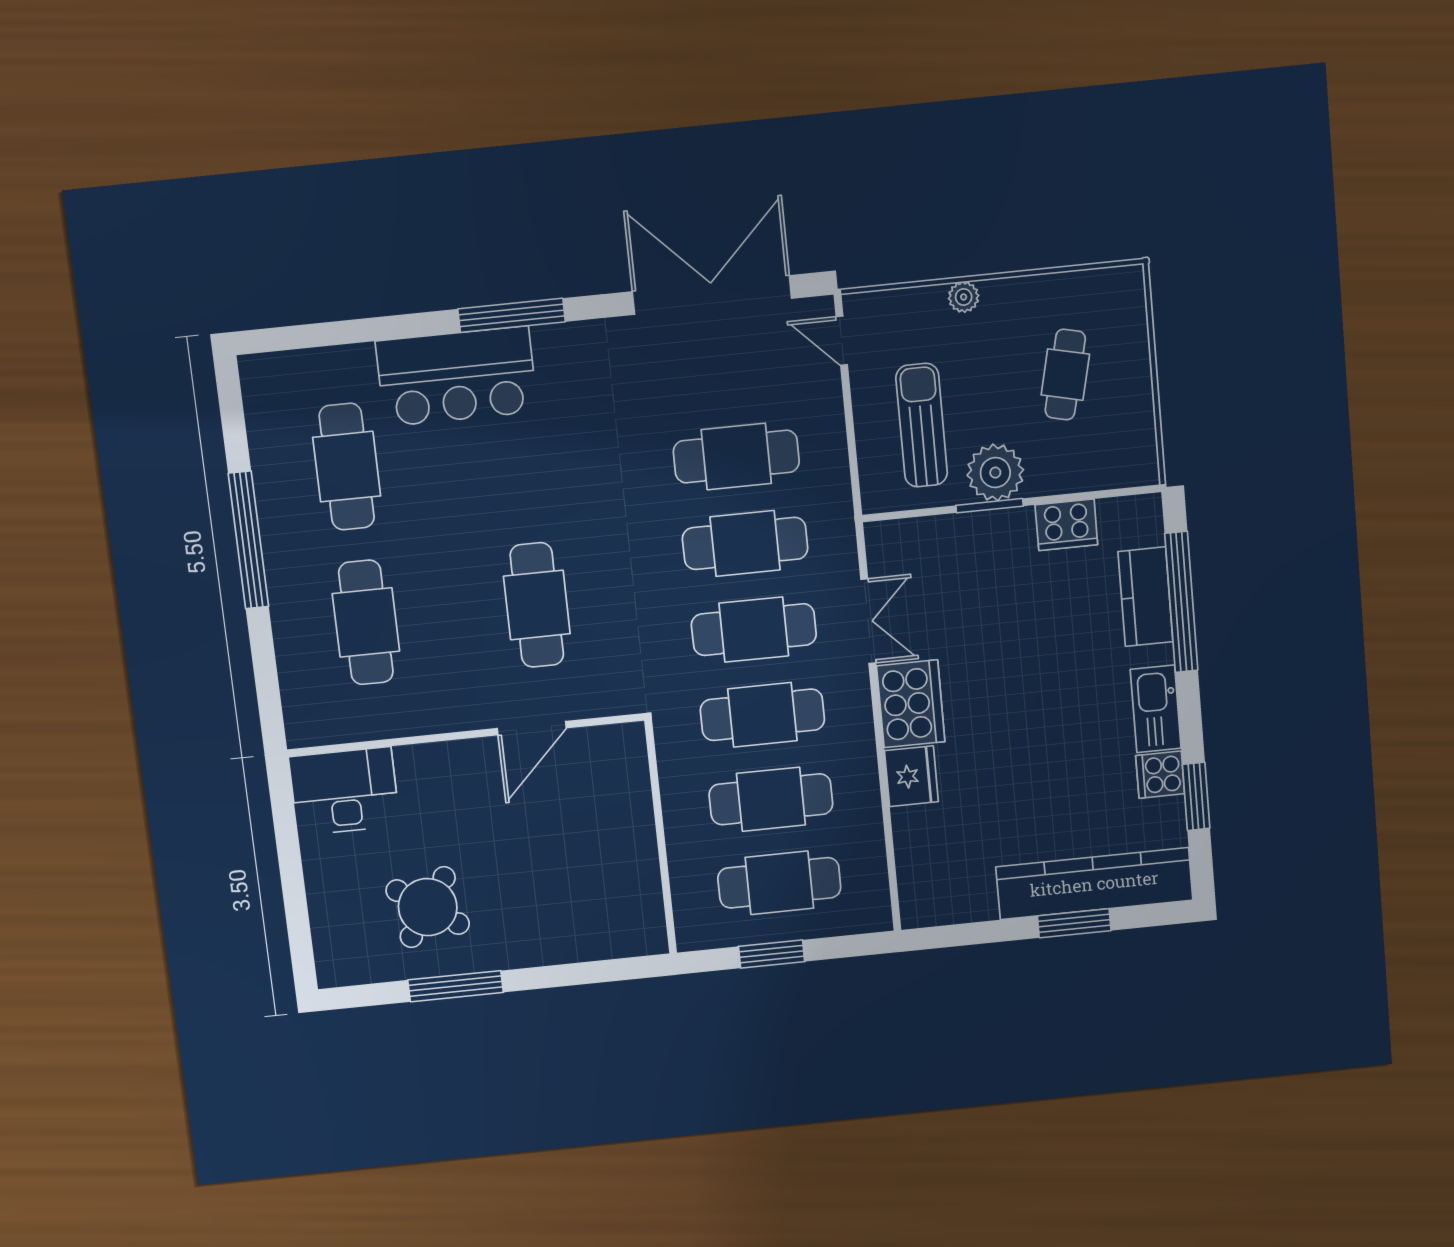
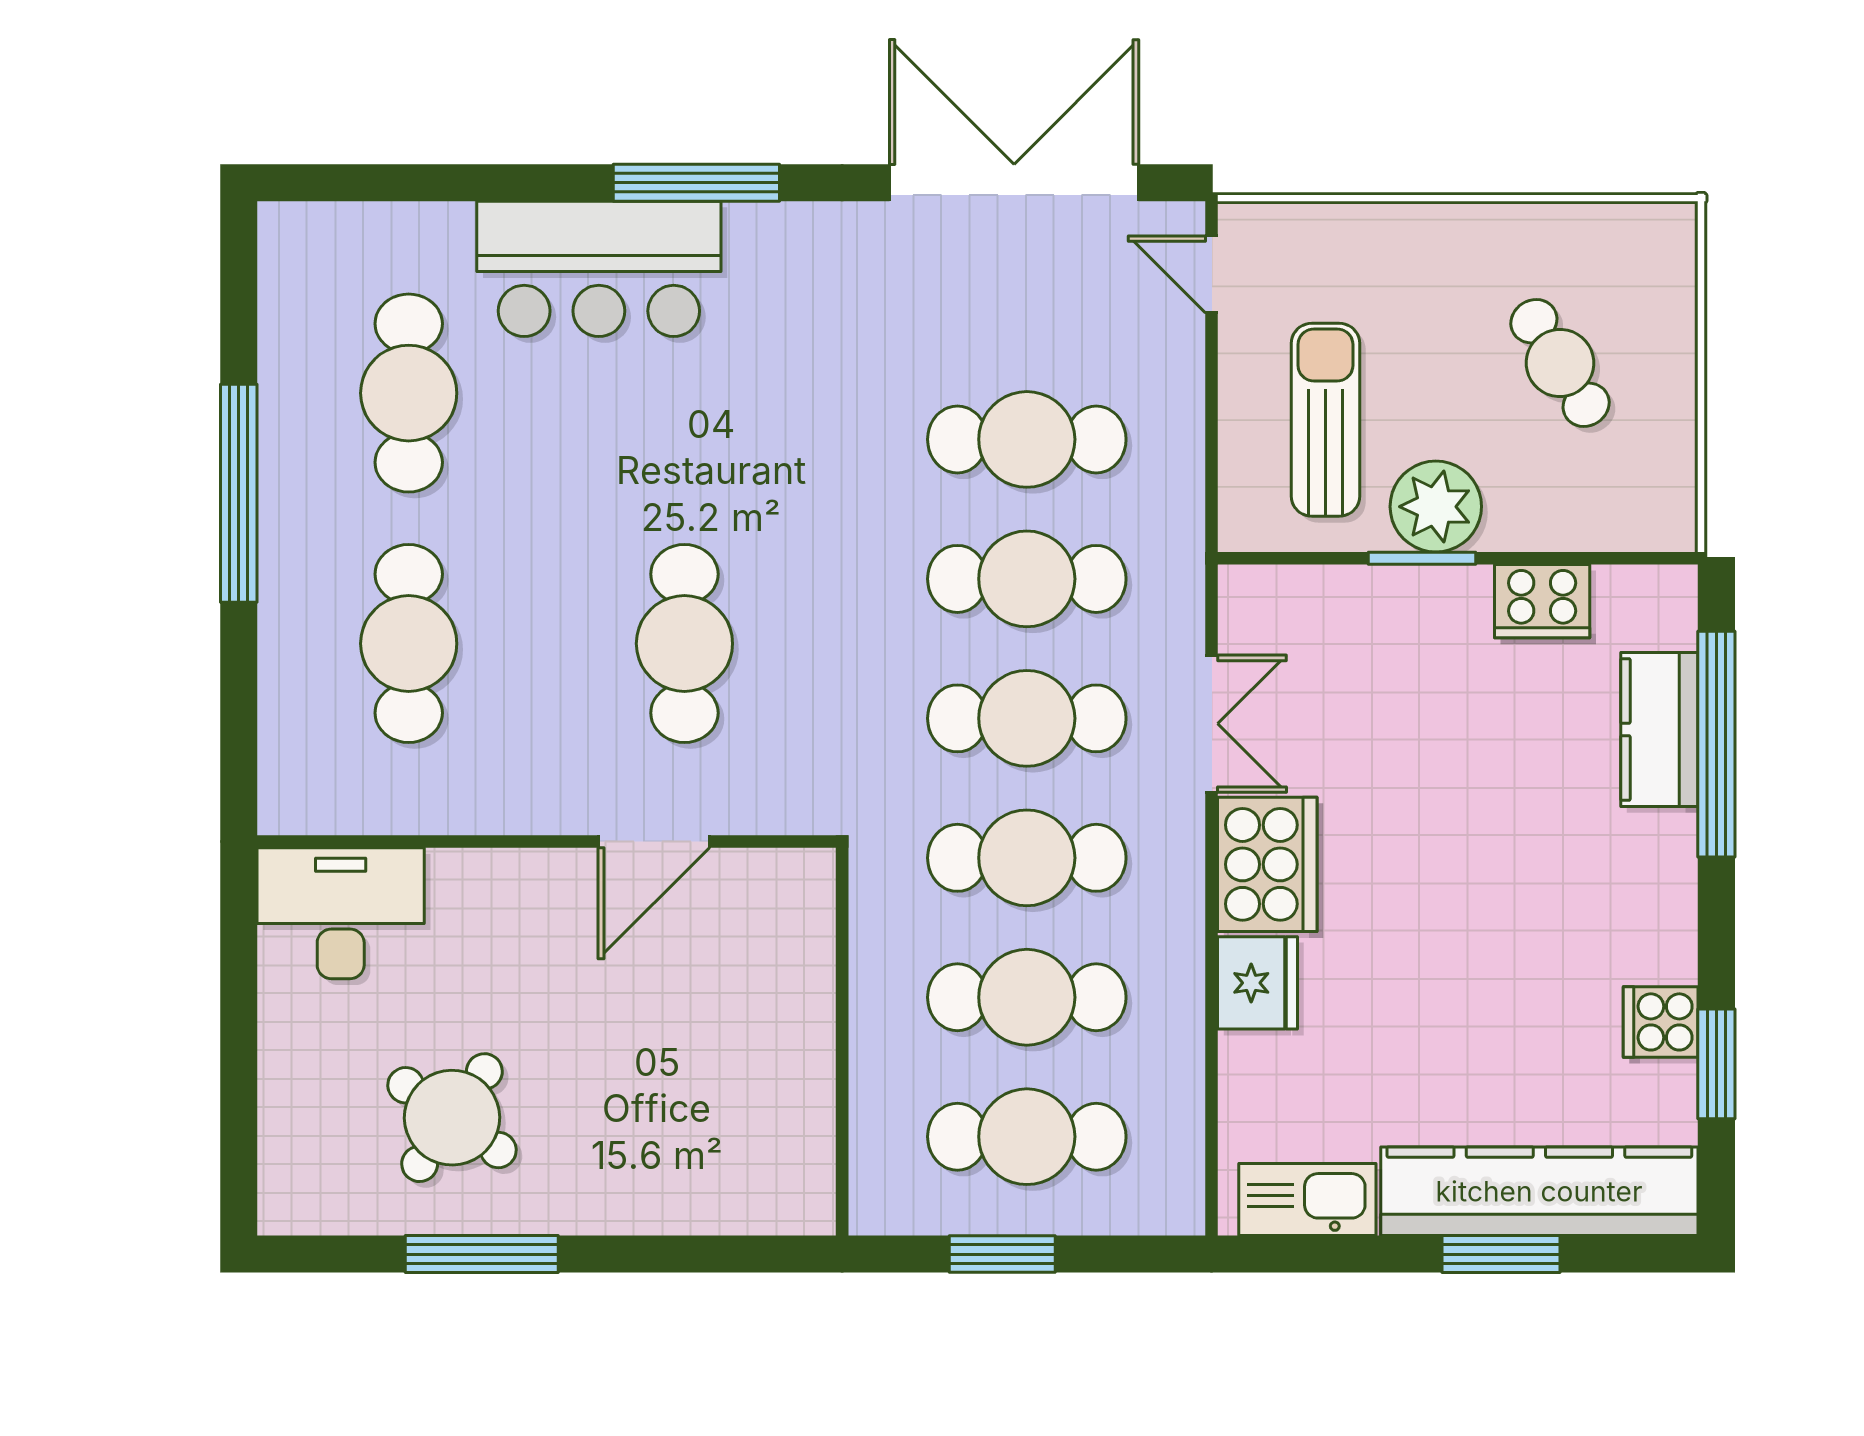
plant: (964, 297) -> (1410, 226), removed
cafe table: (1065, 375) -> (1560, 363), turned -45
kitchen sink: (1156, 709) -> (1307, 1199), moved, turned 90

